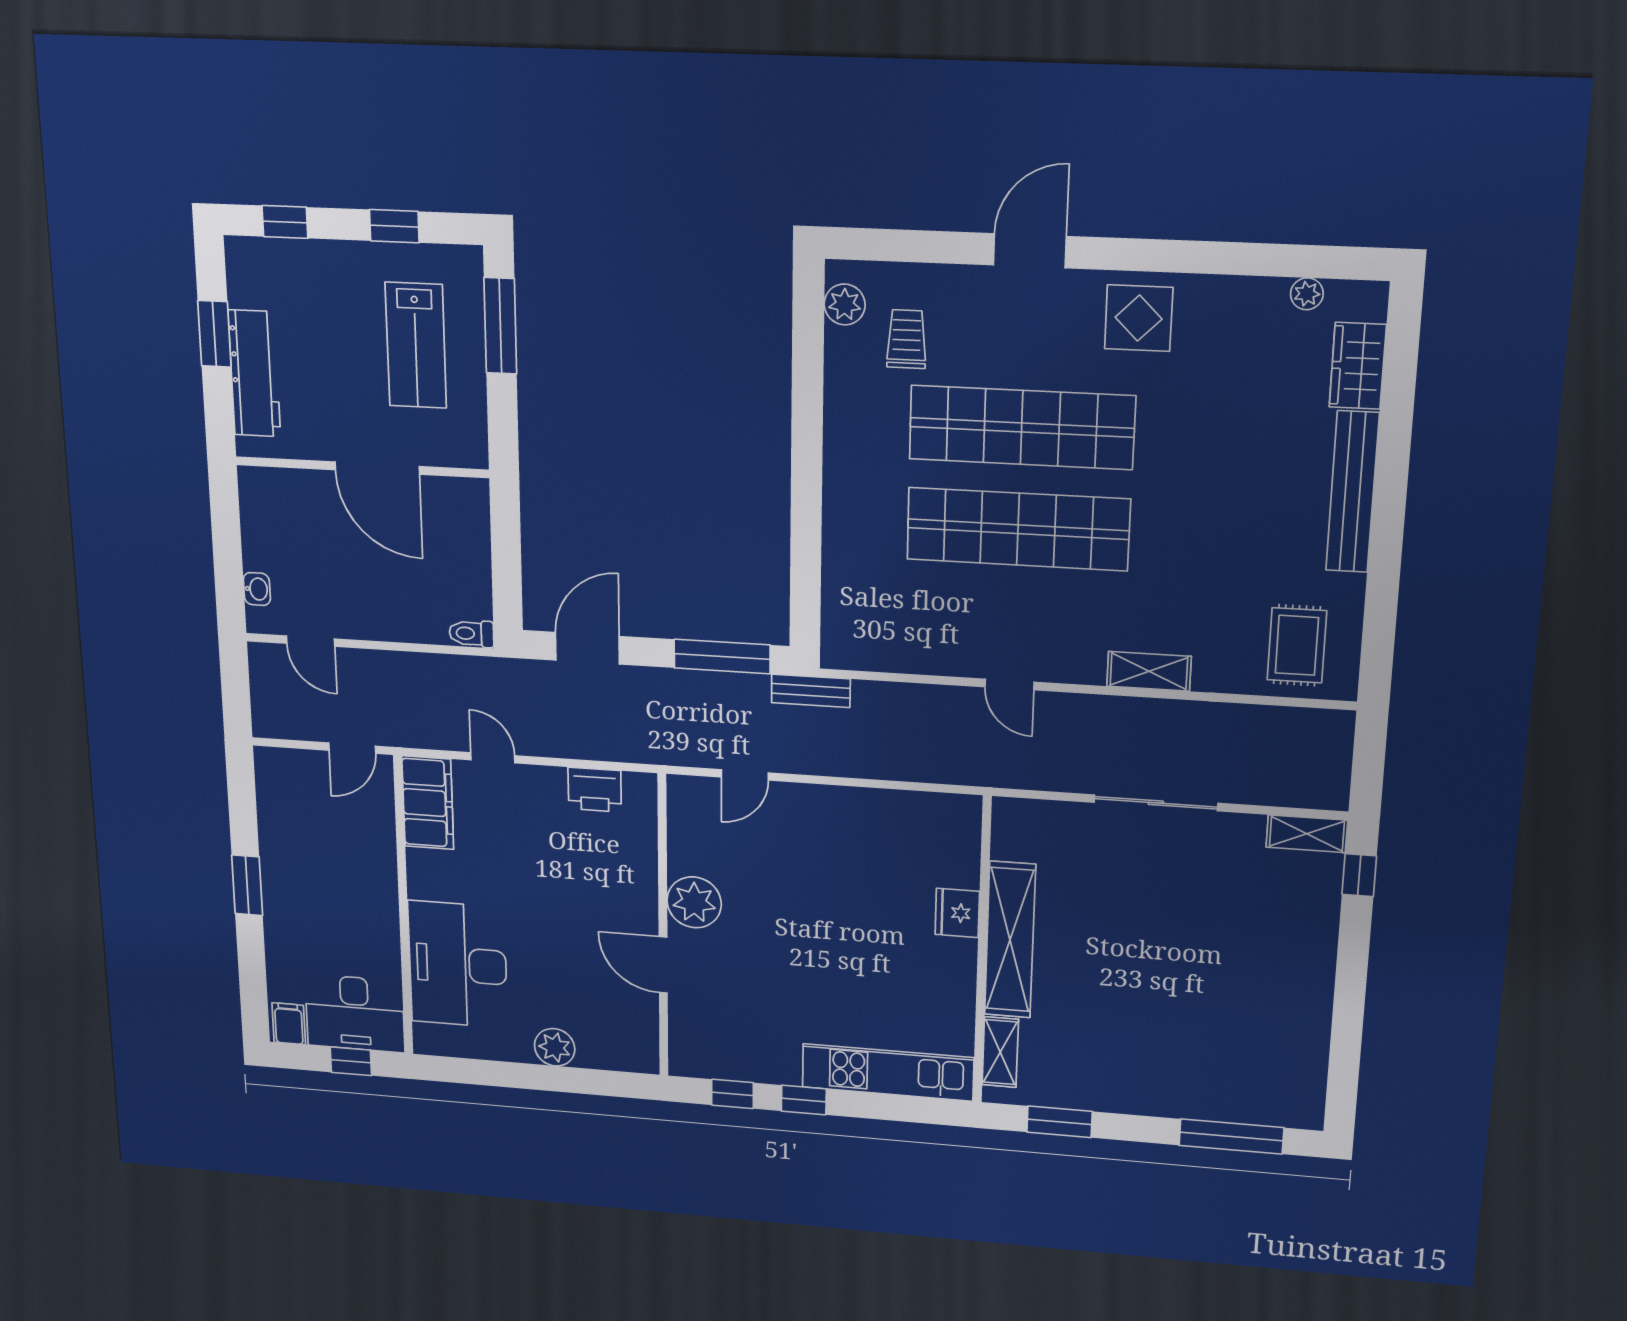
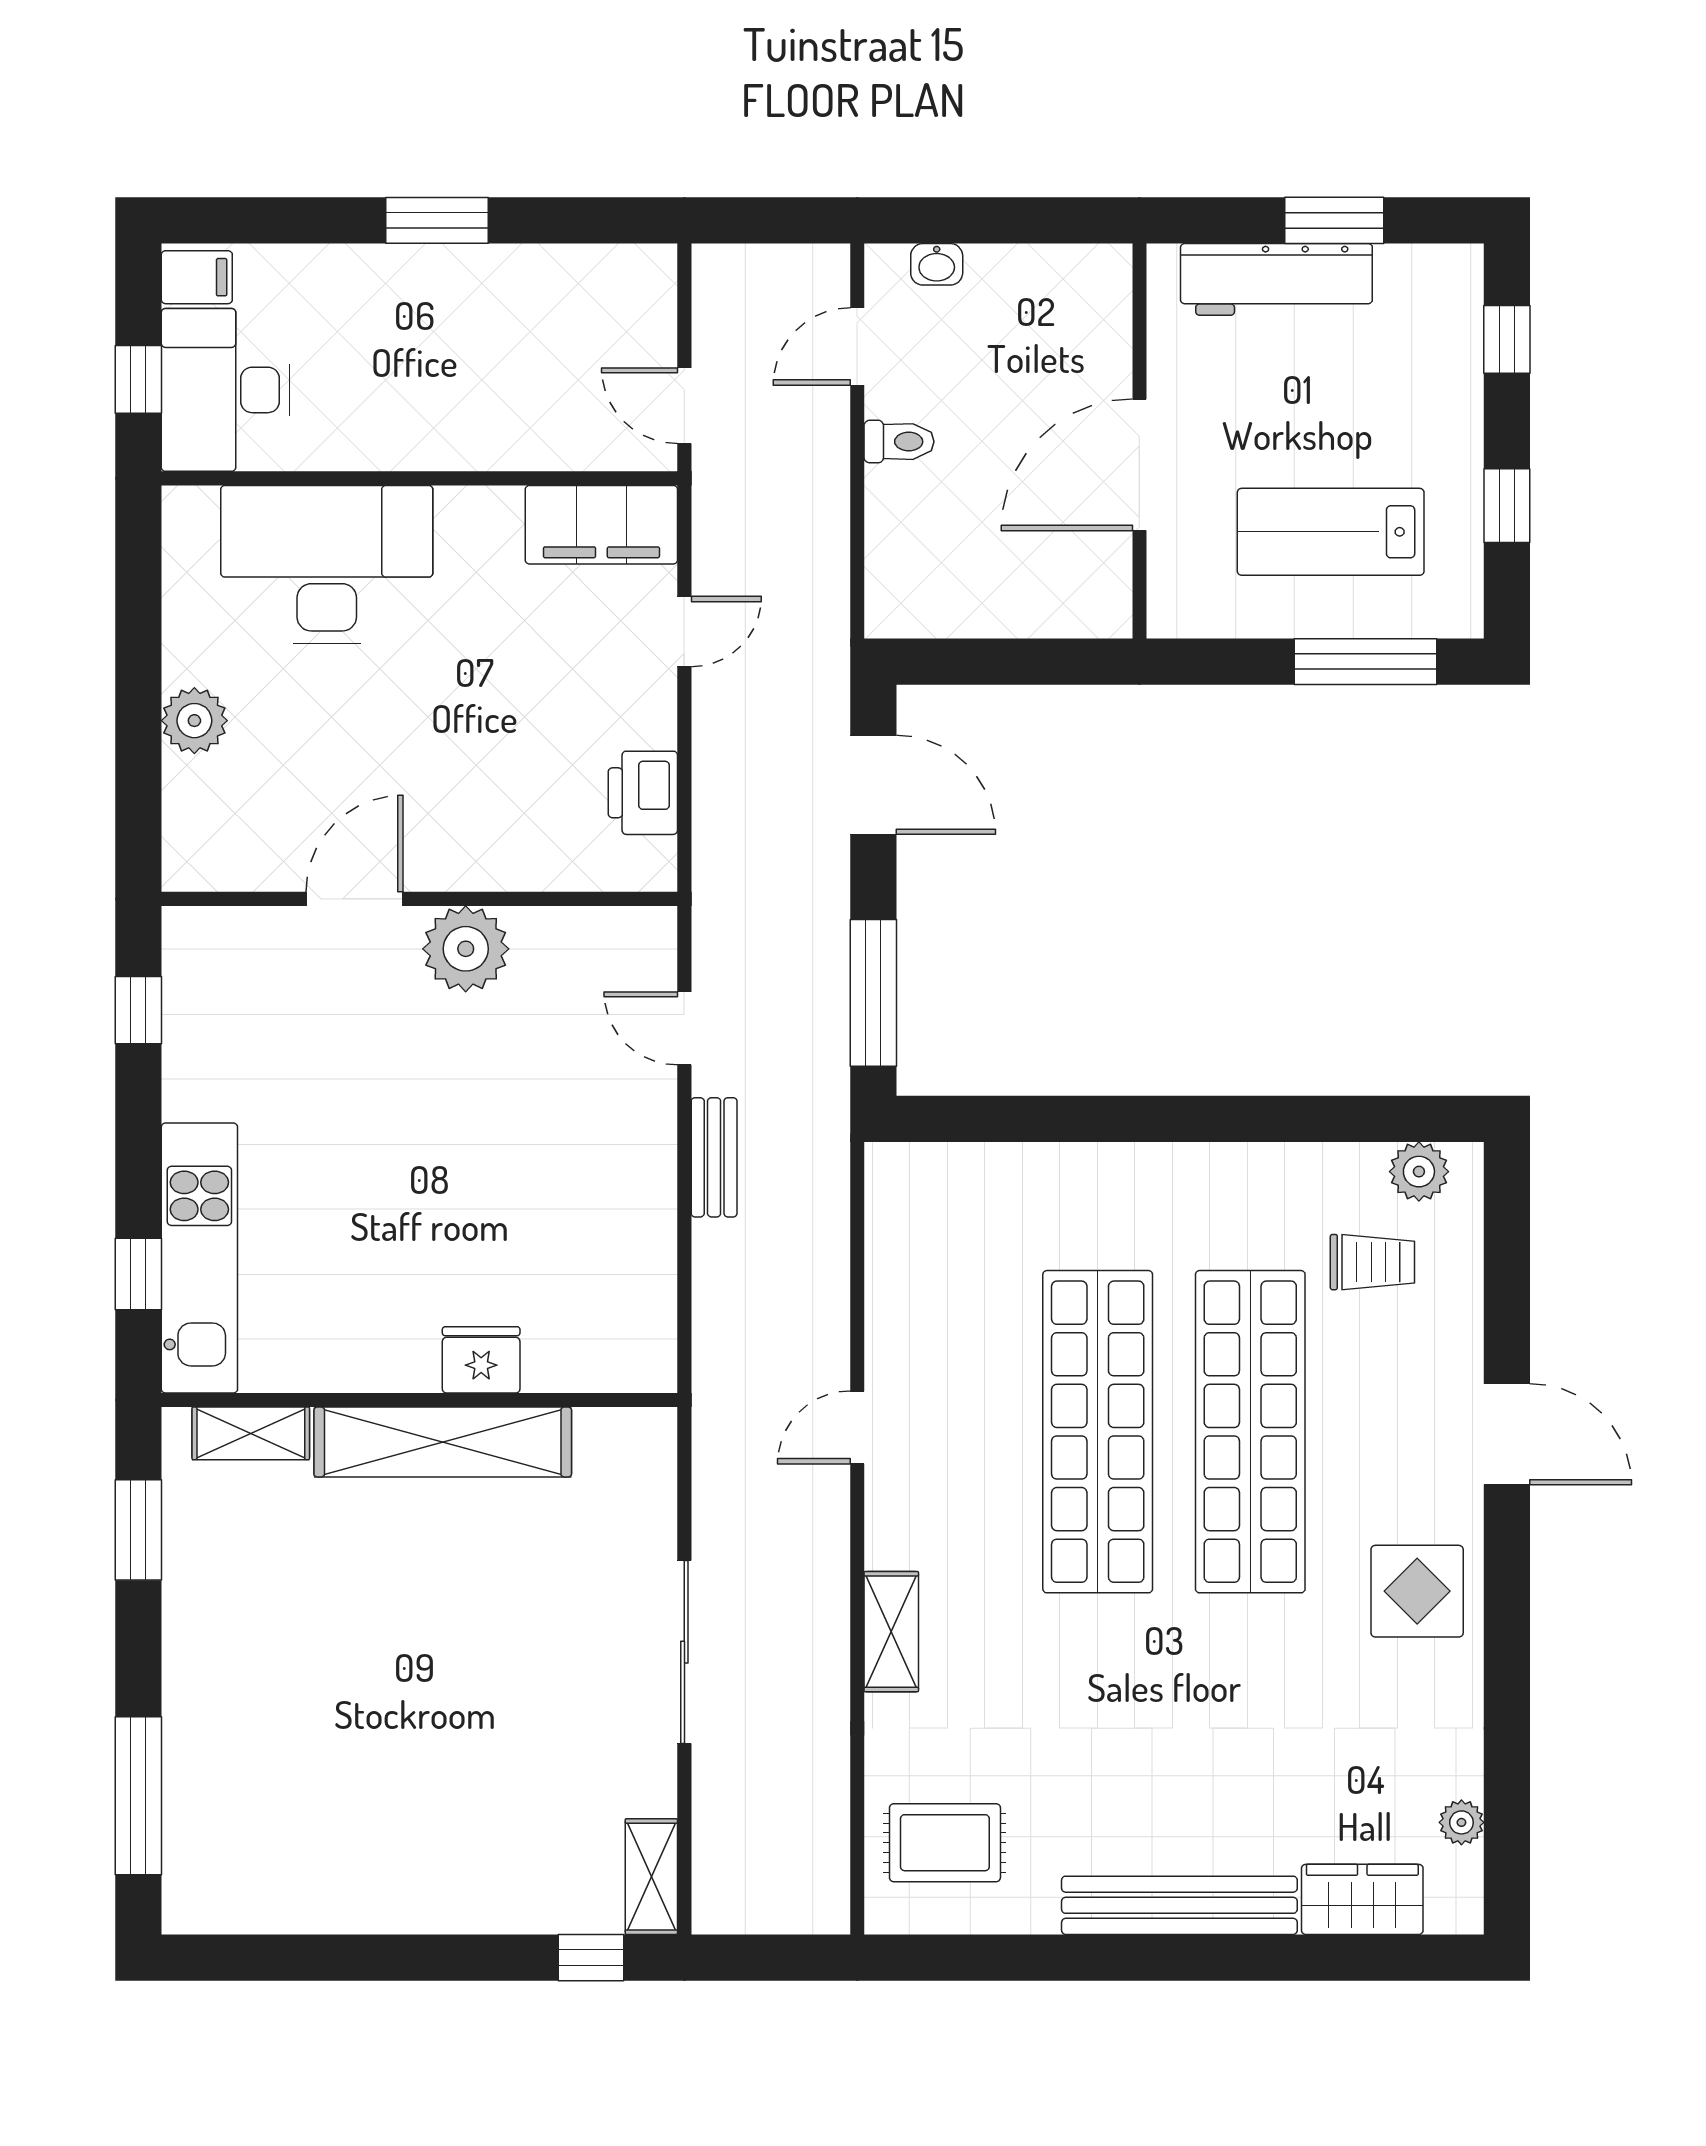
toilet: (471, 634) -> (899, 442), moved, turned 90
bench: (811, 691) -> (714, 1157), moved
window: (804, 1100) -> (138, 1274), moved

